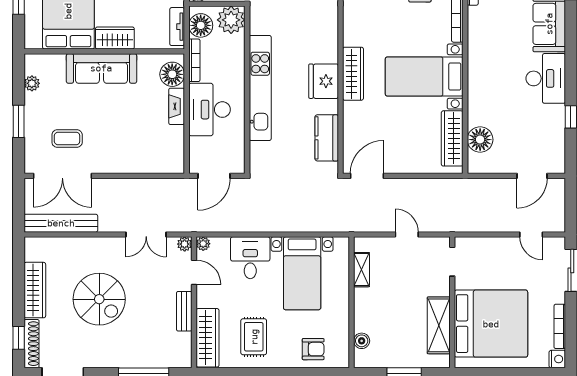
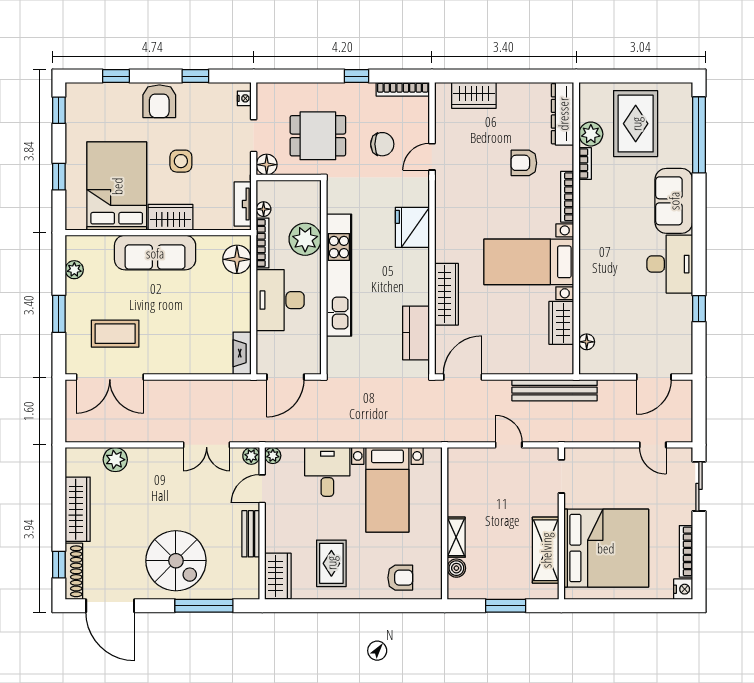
plant: (231, 20) -> (305, 239), moved
floor lamp: (201, 25) -> (264, 209), width x0.53, depth x0.53
wardrobe: (353, 74) -> (446, 294), moved
fridge: (324, 81) -> (412, 227), moved
fireplace: (177, 106) -> (242, 353), moved
wardrobe: (452, 138) -> (561, 323), width x0.67
coffee table: (67, 139) -> (115, 334), width x1.36, depth x1.30
floor lamp: (480, 140) -> (587, 342), width x0.53, depth x0.53
bench: (61, 223) -> (555, 390), moved
plant: (67, 247) -> (115, 460), added
shelving: (361, 270) -> (456, 537), moved
door: (194, 272) -> (262, 489), swing flipped
spiral stairs: (99, 299) -> (176, 561), moved
wardrobe: (208, 338) -> (278, 576), width x0.67

